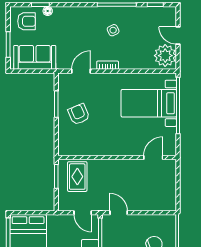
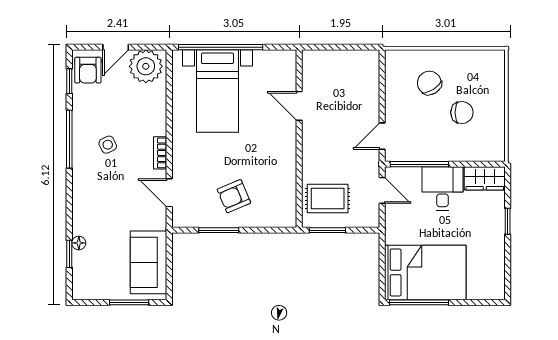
armchair: (27, 21) -> (88, 70), moved, turned 180
door: (153, 158) -> (299, 106), moved
door: (83, 213) -> (382, 190), hinge flipped

